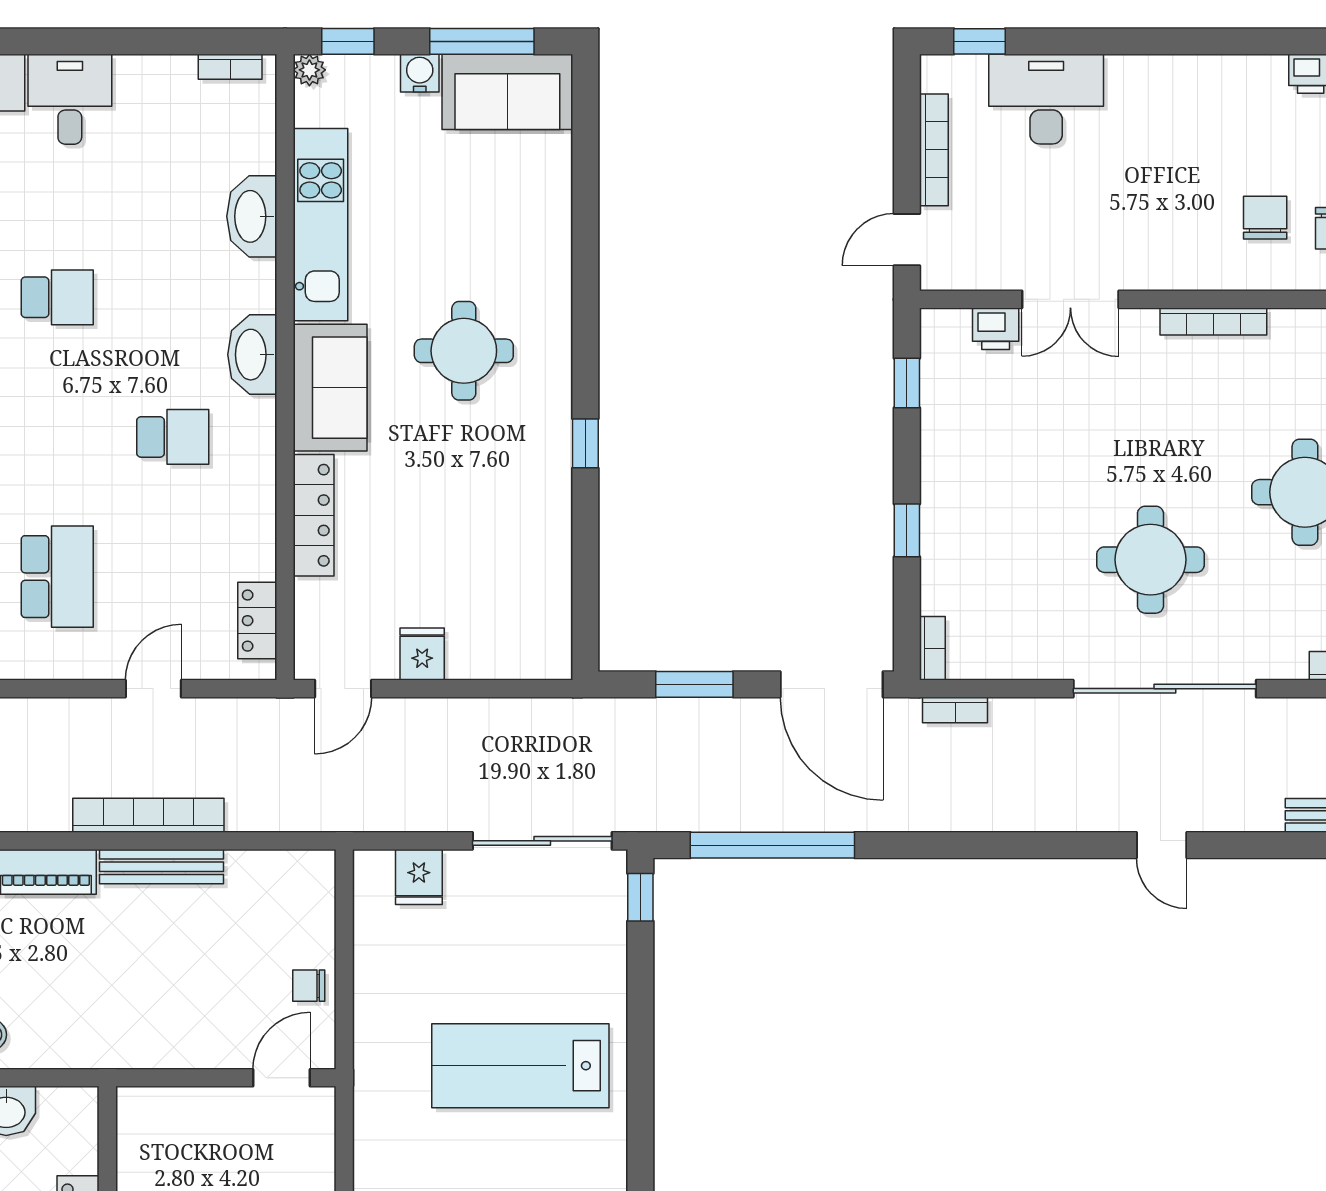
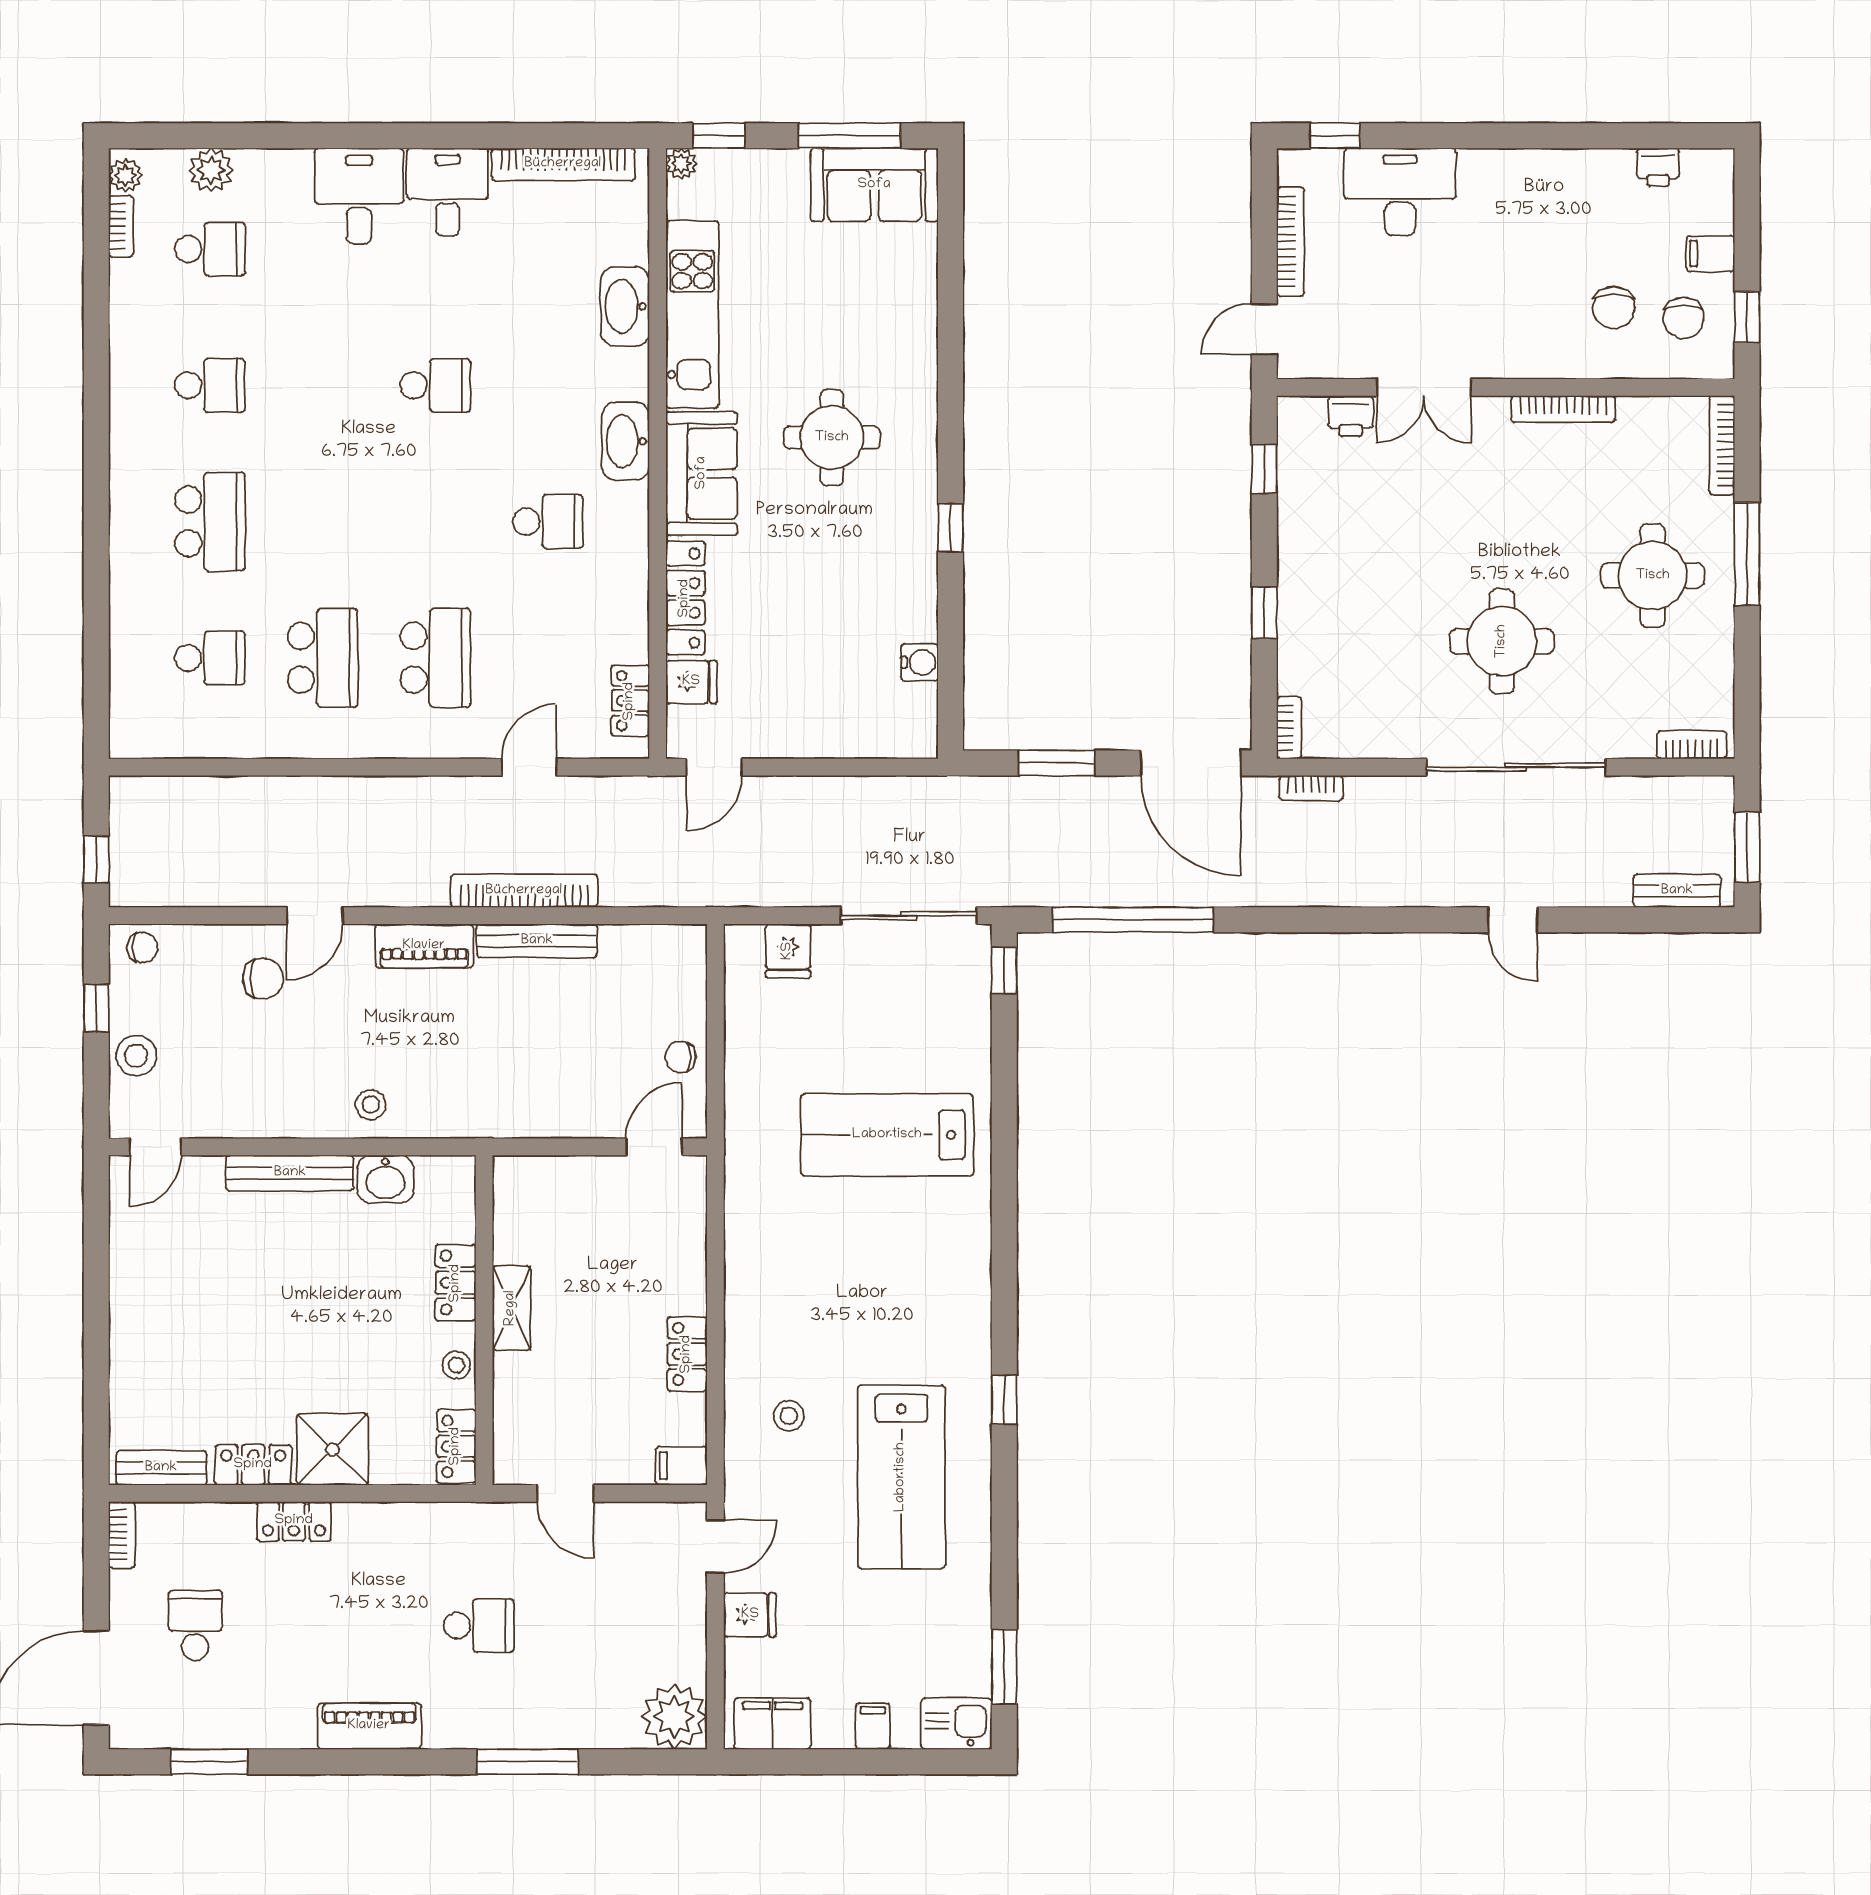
bookcase: (230, 67) -> (563, 164), width x2.31, depth x1.31
water cooler: (420, 73) -> (920, 662), moved, turned 90
chair: (1265, 218) -> (1614, 308), turned 180
fridge: (422, 654) -> (691, 682), moved, turned 90

